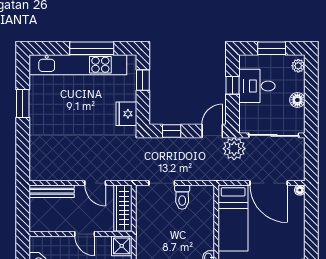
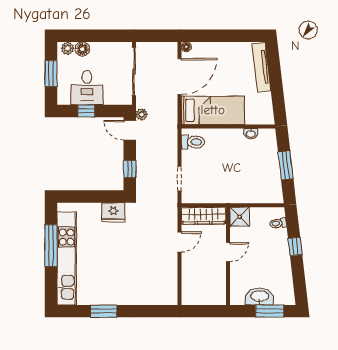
window: (143, 80) -> (81, 196), removed
floor lamp: (297, 100) -> (82, 49), moved
plant: (234, 149) -> (142, 114), width x0.53, depth x0.53
bench: (52, 191) -> (187, 284), removed
toilet: (182, 197) -> (193, 142), moved

